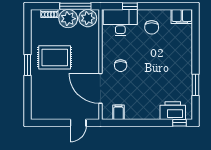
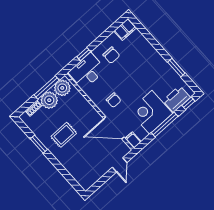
rug: (55, 57) -> (64, 135), width x0.73, depth x0.70
window: (28, 65) -> (39, 144), moved
corner desk: (142, 103) -> (151, 112), added
filing cabinet: (118, 112) -> (133, 140), moved
window: (144, 123) -> (165, 125), added

